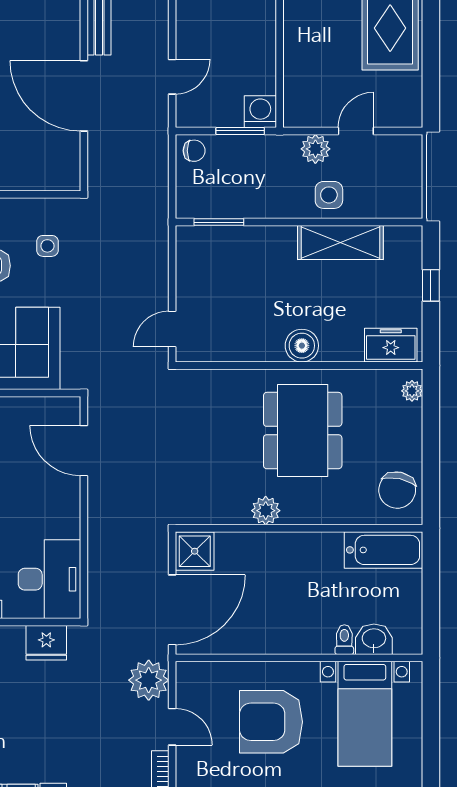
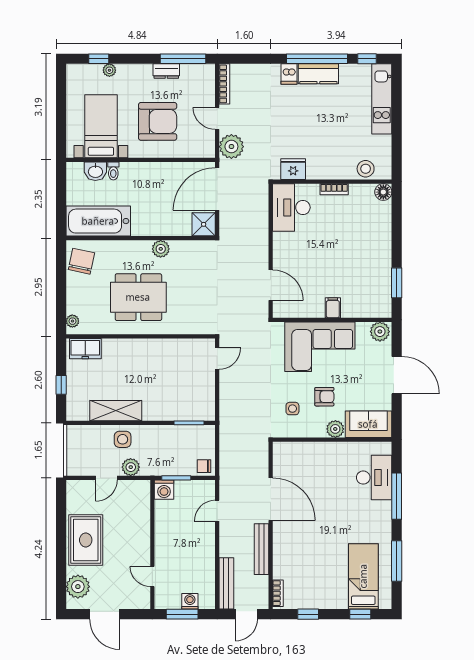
boiler: (302, 346) -> (139, 348), removed
dining table: (303, 431) -> (138, 297), turned 90
bathtub: (384, 550) -> (98, 221), width x1.36, depth x1.36

